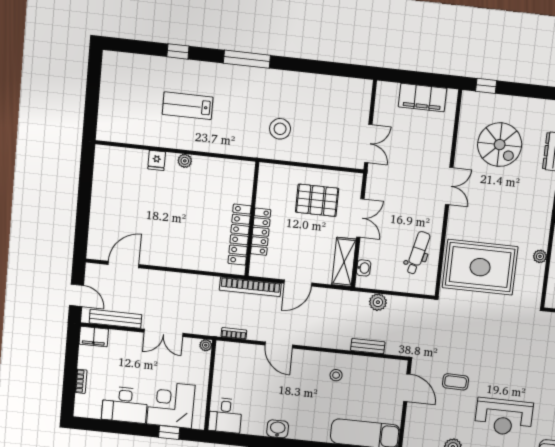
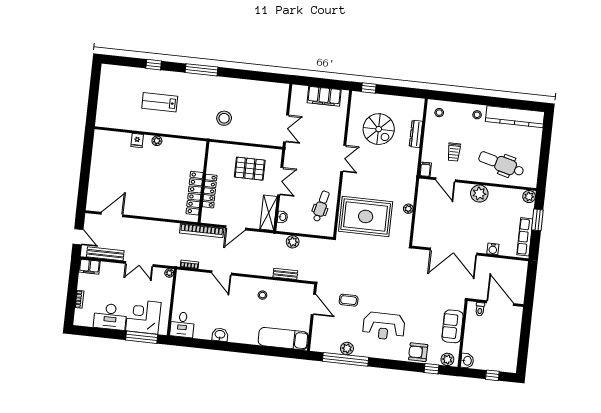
window: (169, 433) -> (142, 337), width x2.17

